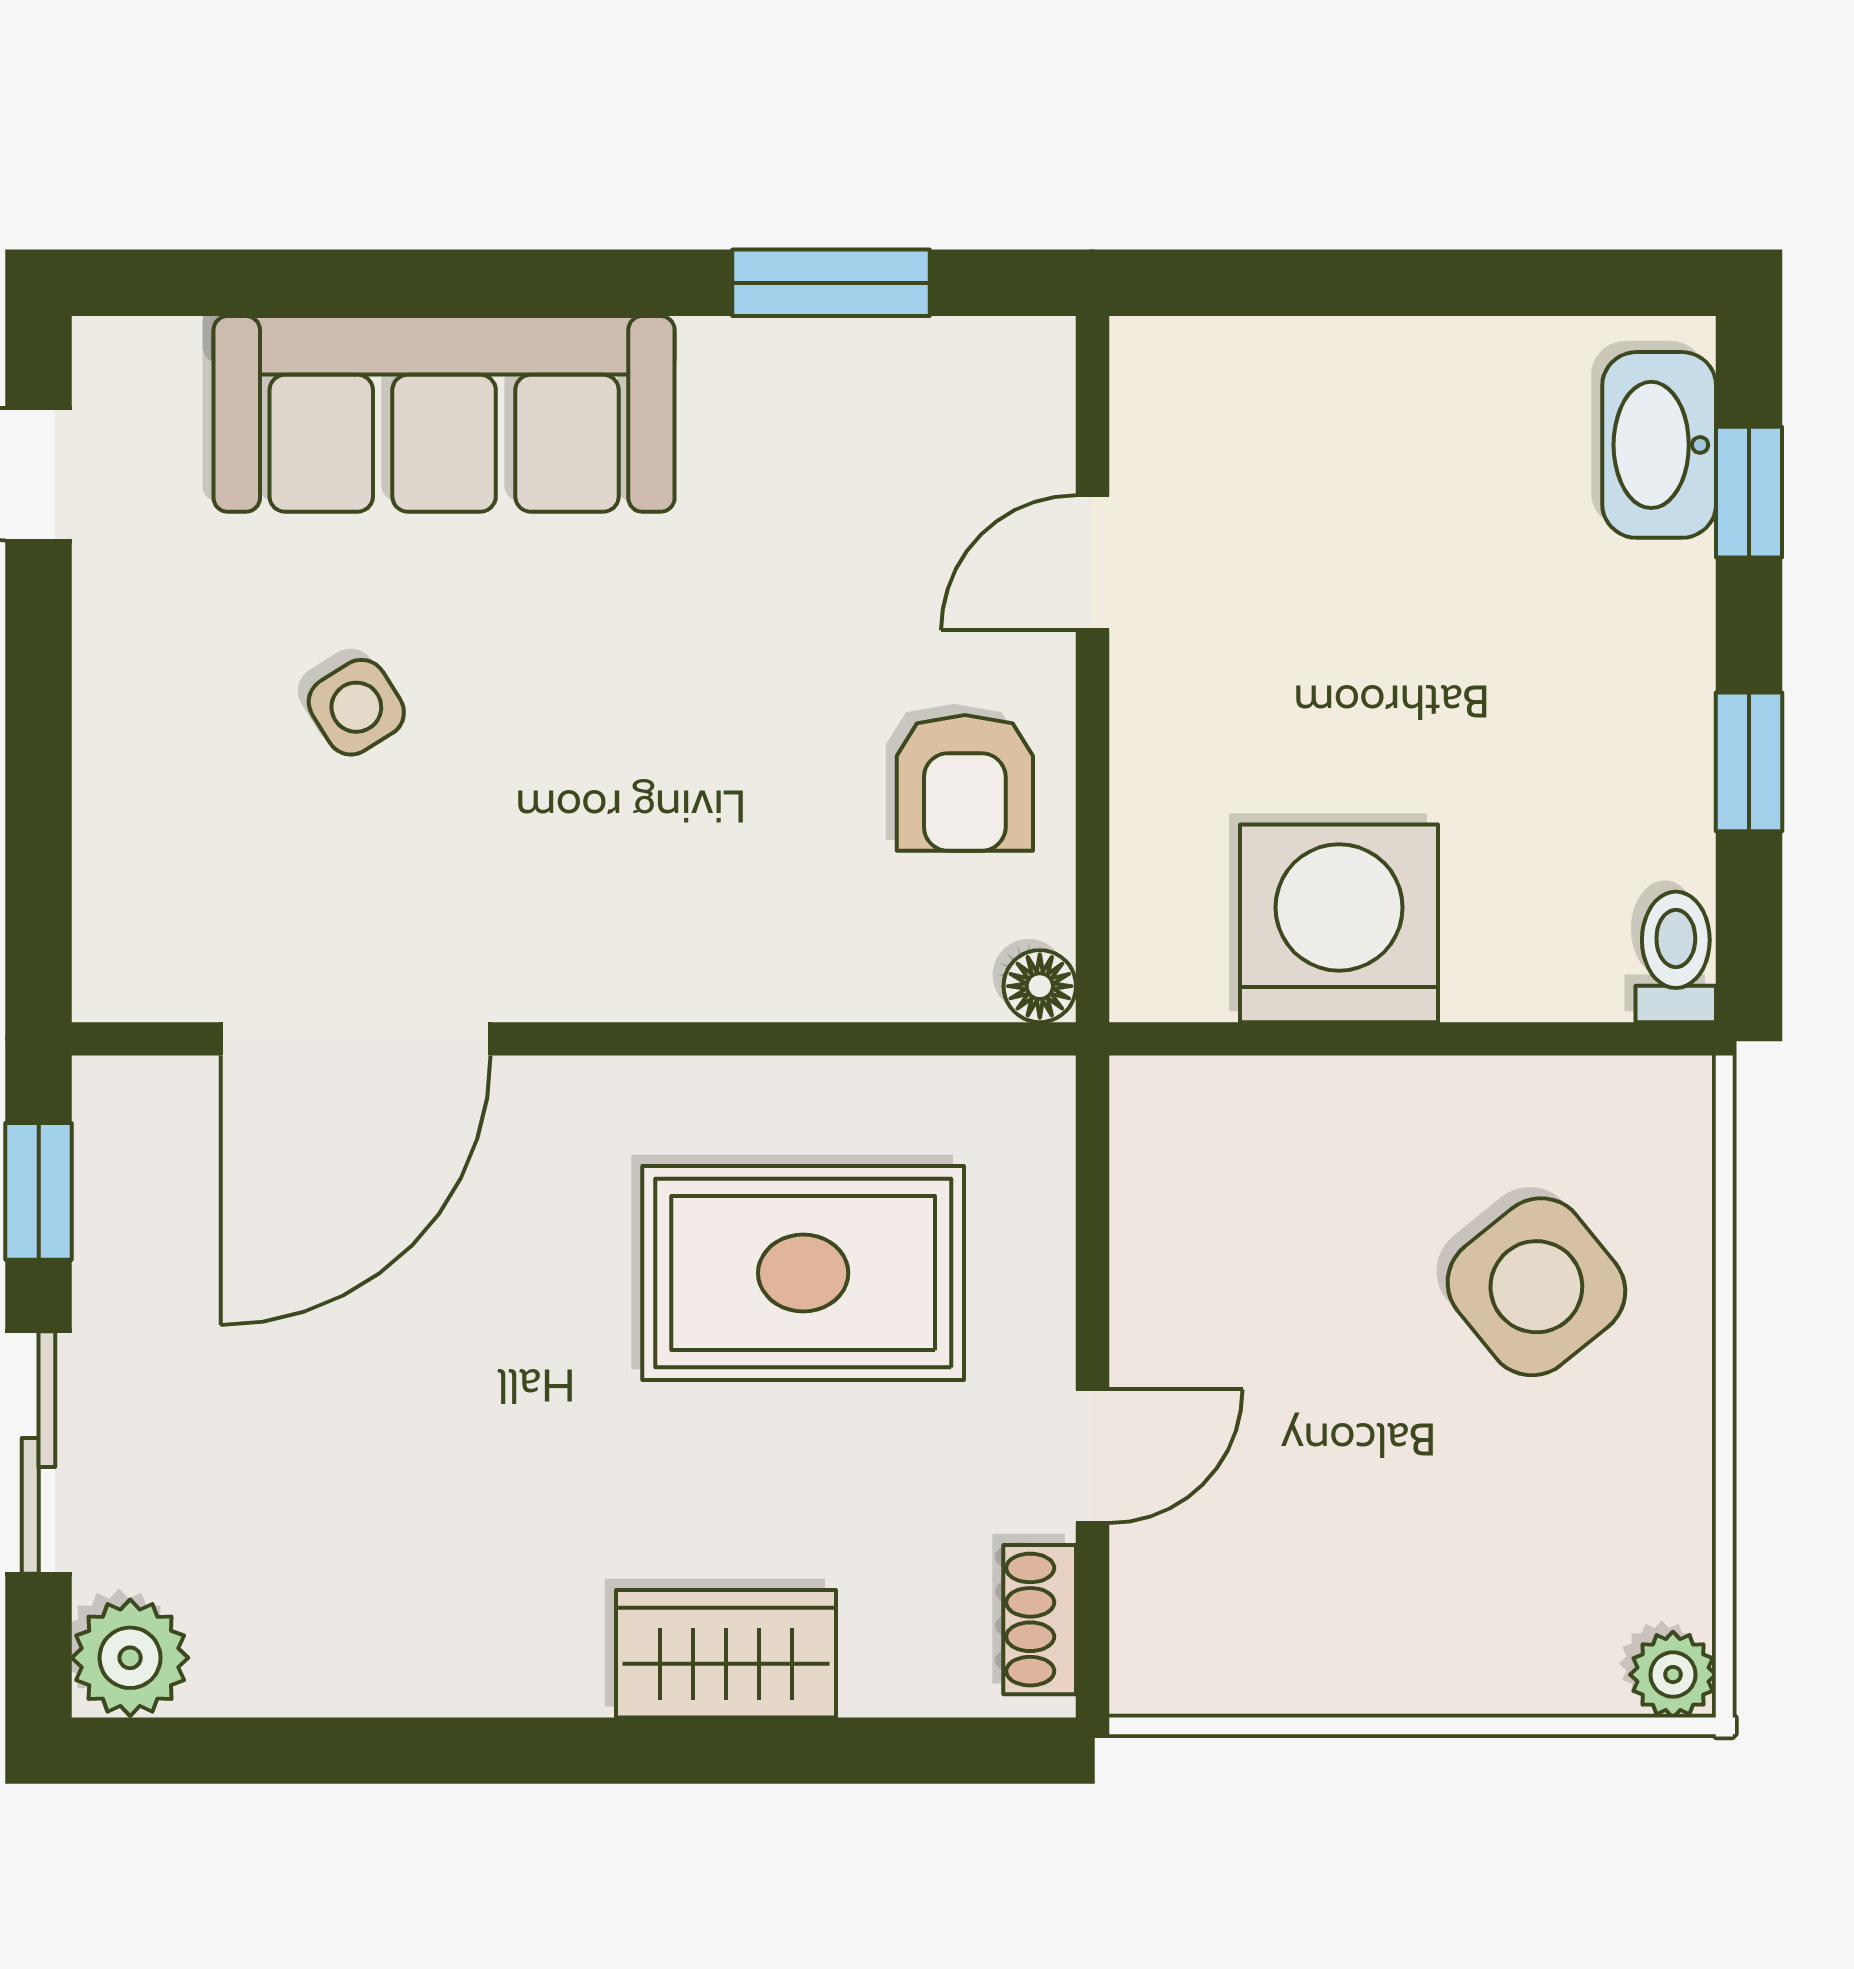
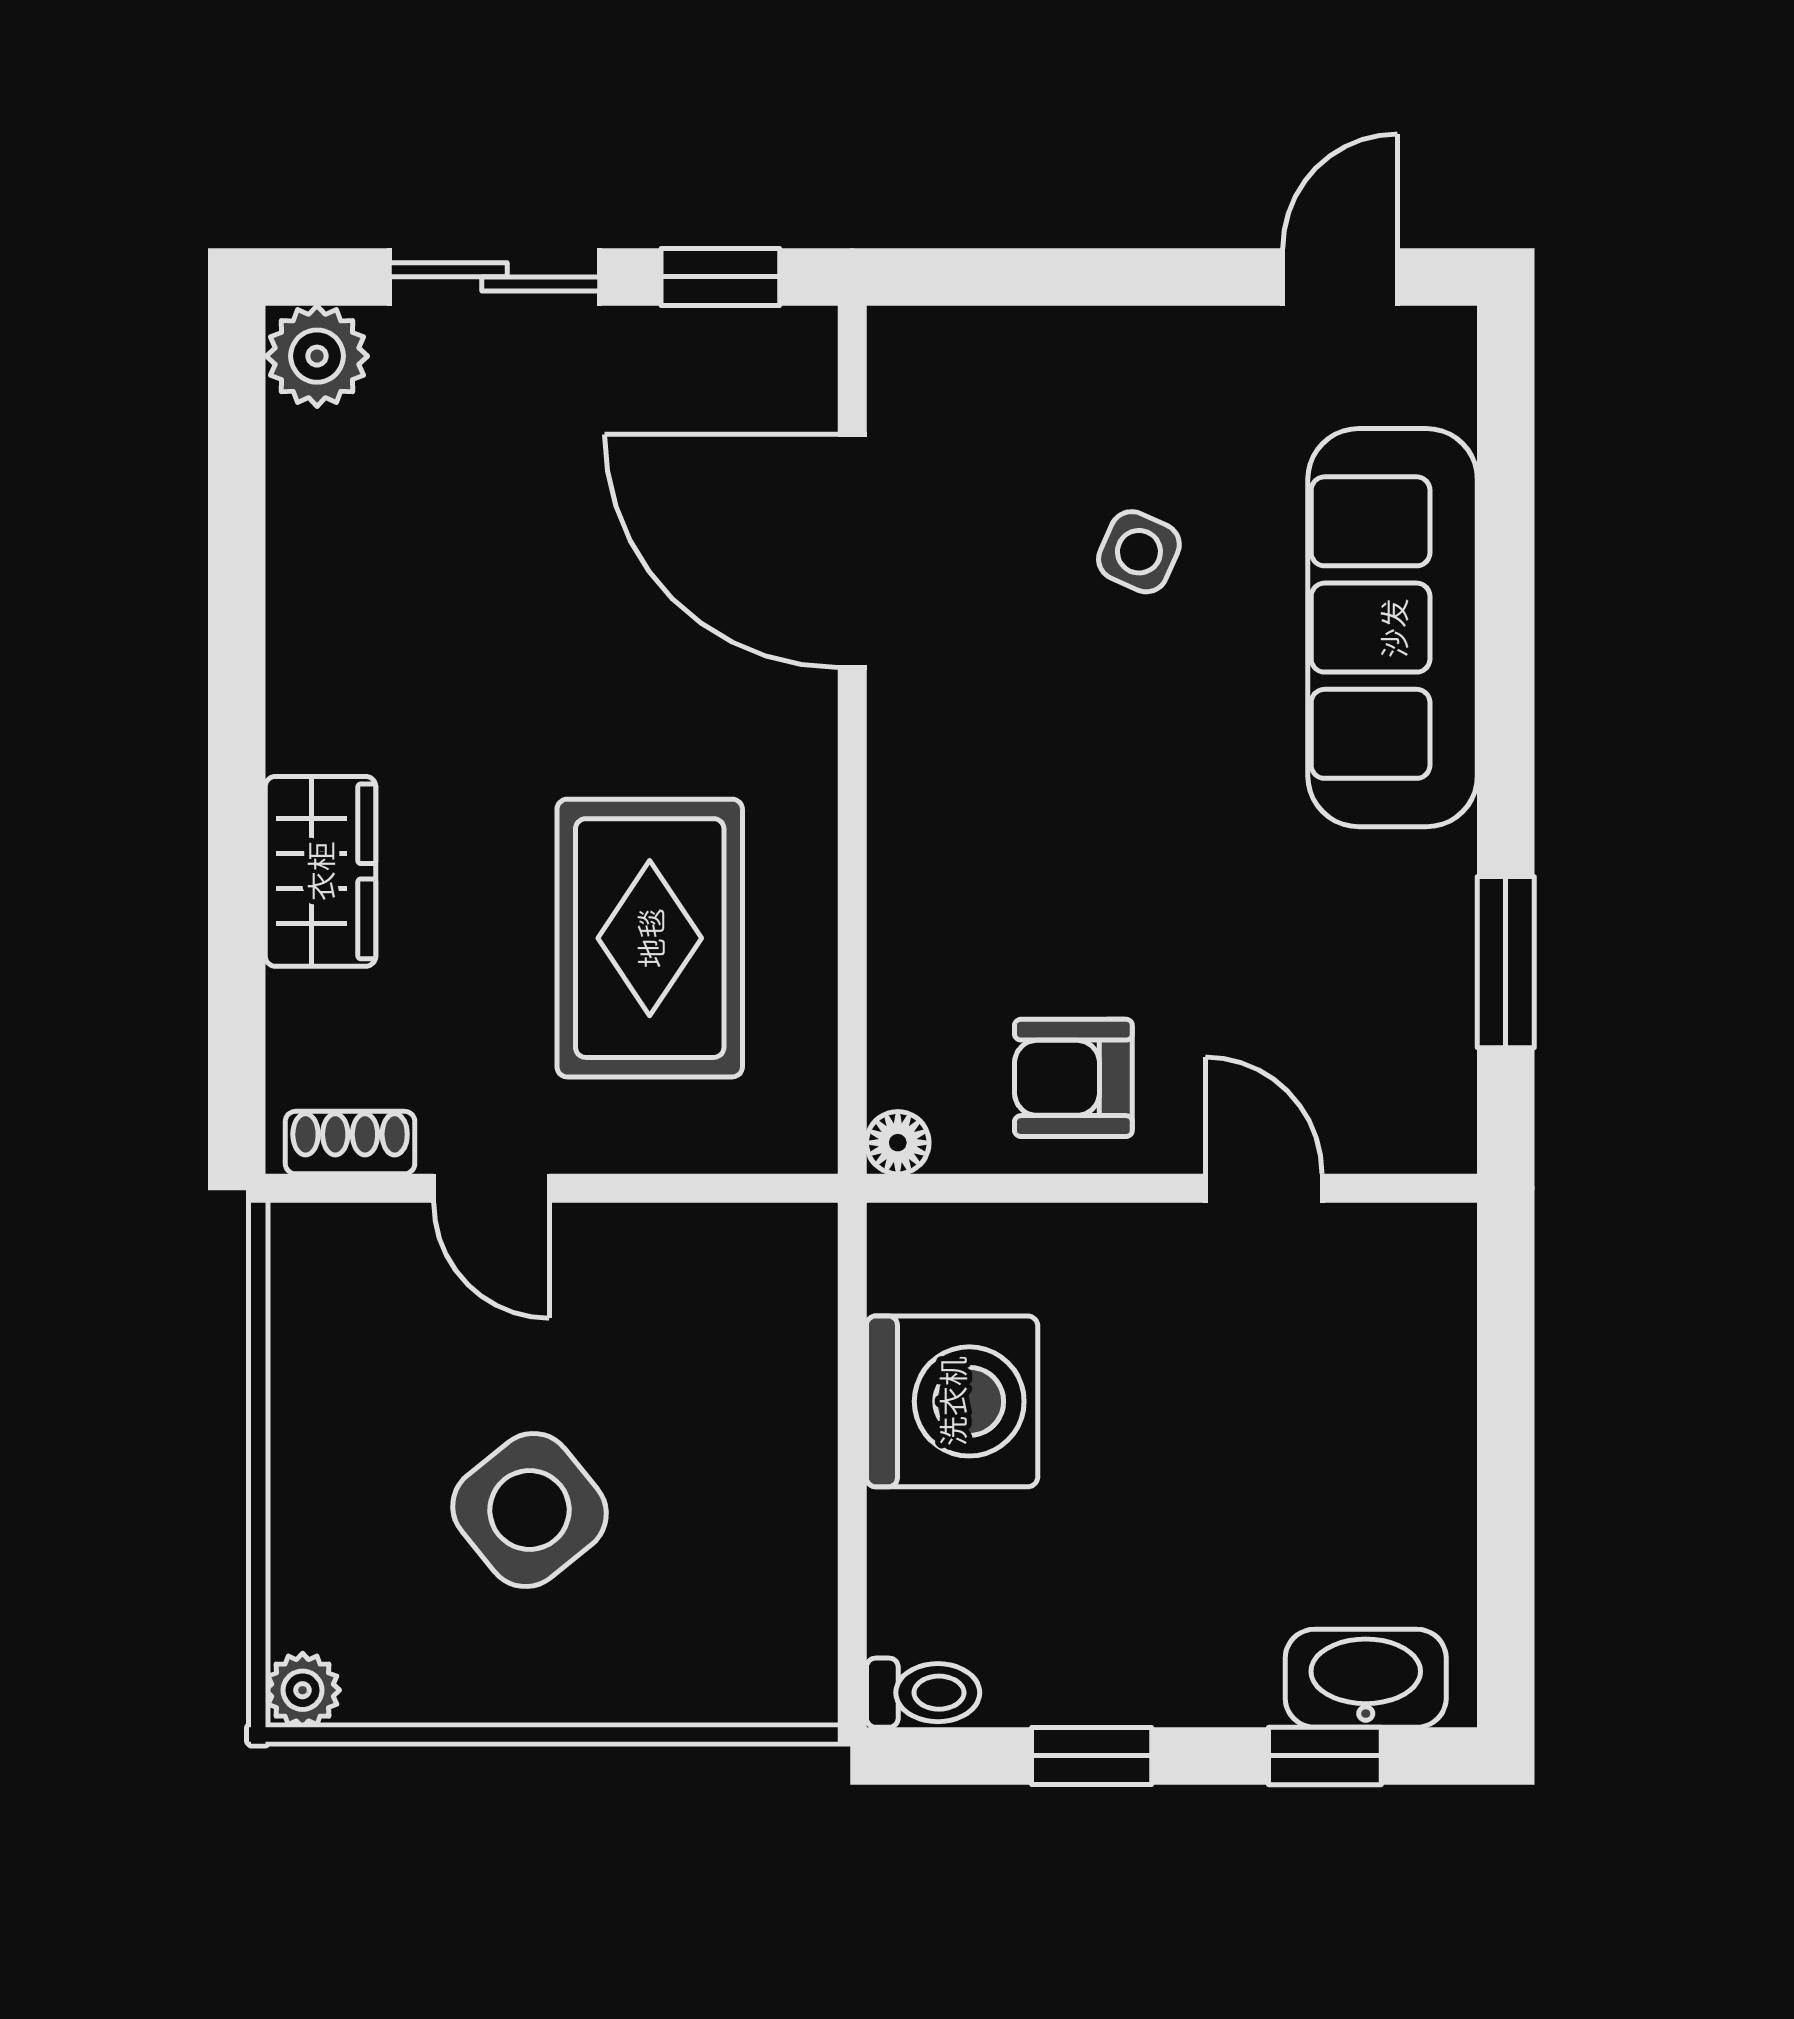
side table: (356, 707) -> (1139, 552), turned -34
side table: (1536, 1287) -> (530, 1510), moved

